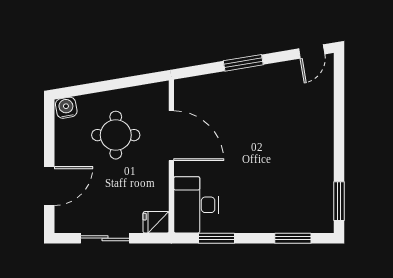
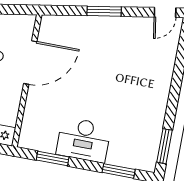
door: (171, 136) -> (30, 63), hinge flipped
desk: (196, 205) -> (84, 140), moved, turned -90

